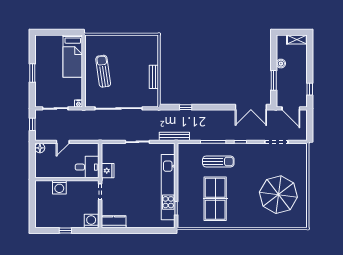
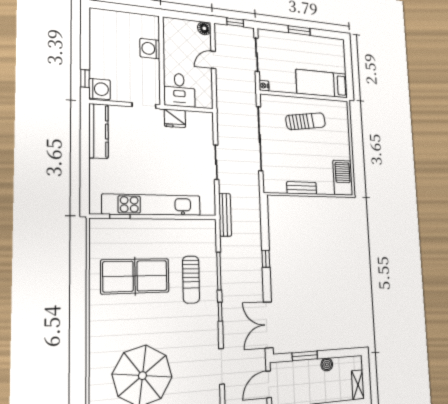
barbecue: (145, 42) -> (343, 178), added
window: (186, 107) -> (266, 259), moved
door: (63, 142) -> (213, 60), hinge flipped
kitchen counter: (114, 222) -> (99, 131), width x1.50
window: (65, 231) -> (85, 78), moved

